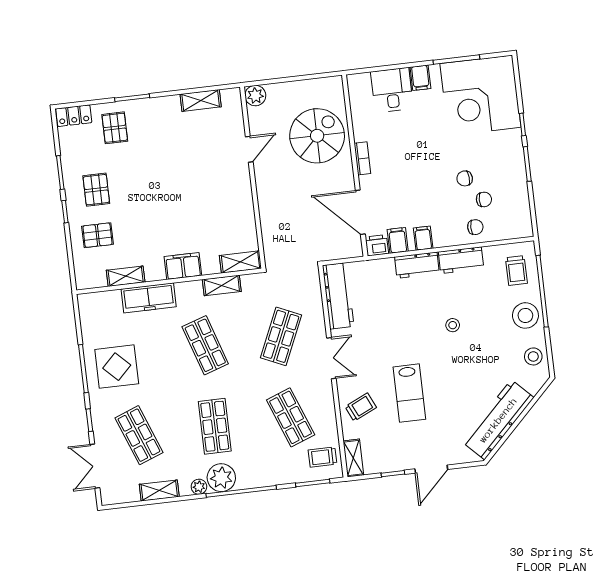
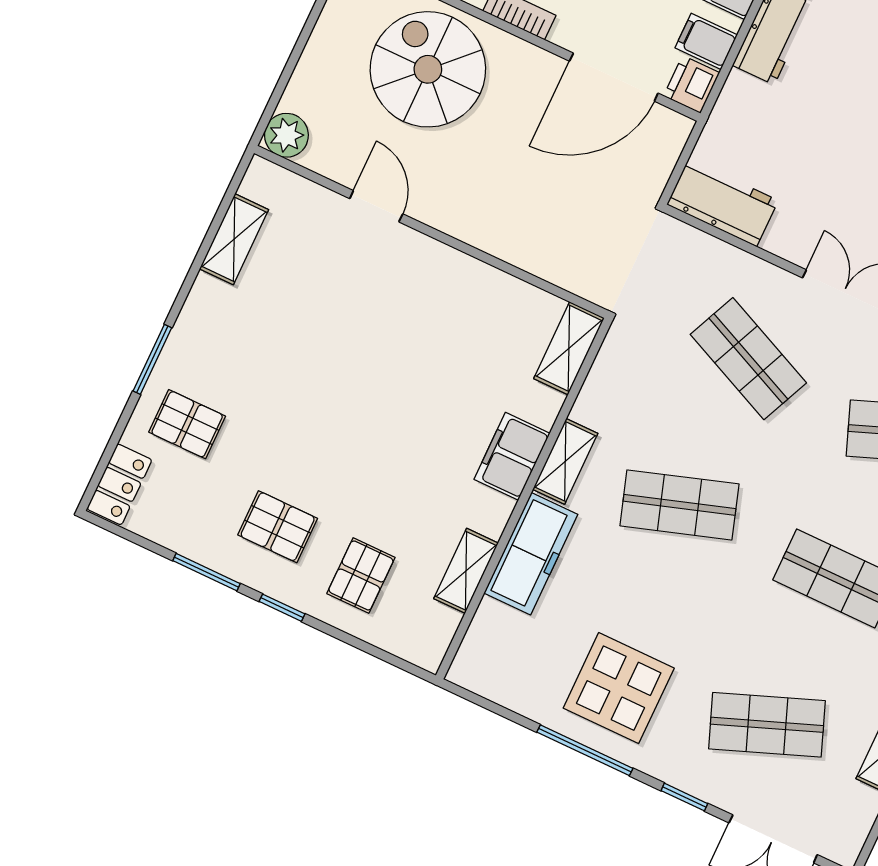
shelving: (222, 285) -> (565, 461), moved
workbench: (338, 296) -> (723, 203), width x0.73

